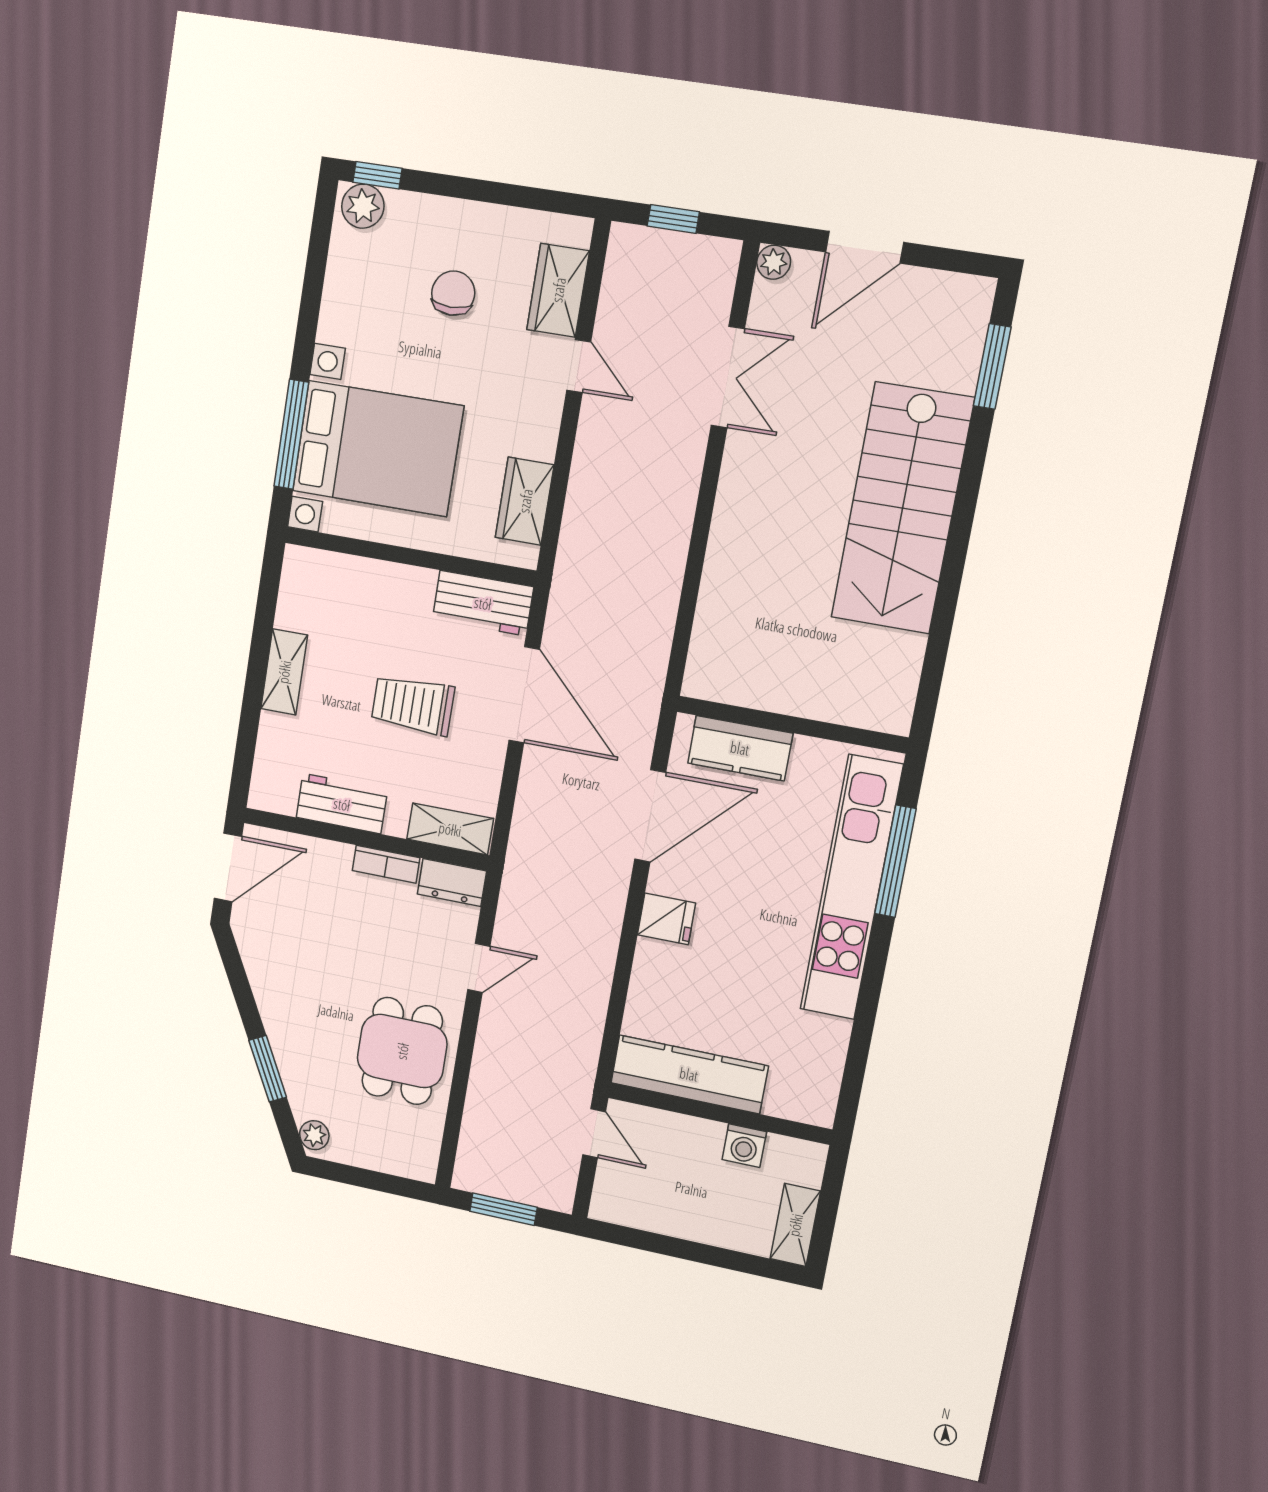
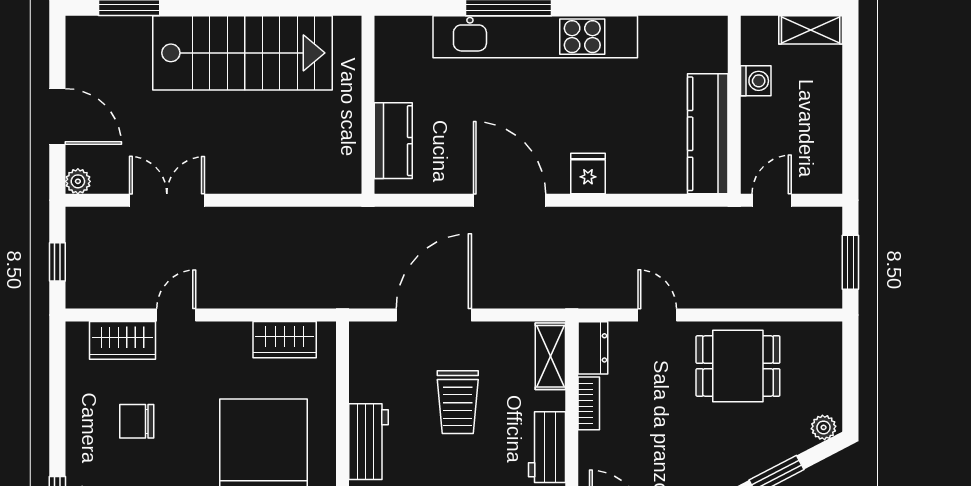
workbench: (483, 603) -> (368, 442), moved
wall: (792, 725) -> (368, 105), moved
kitchen counter: (740, 748) -> (393, 141), moved

